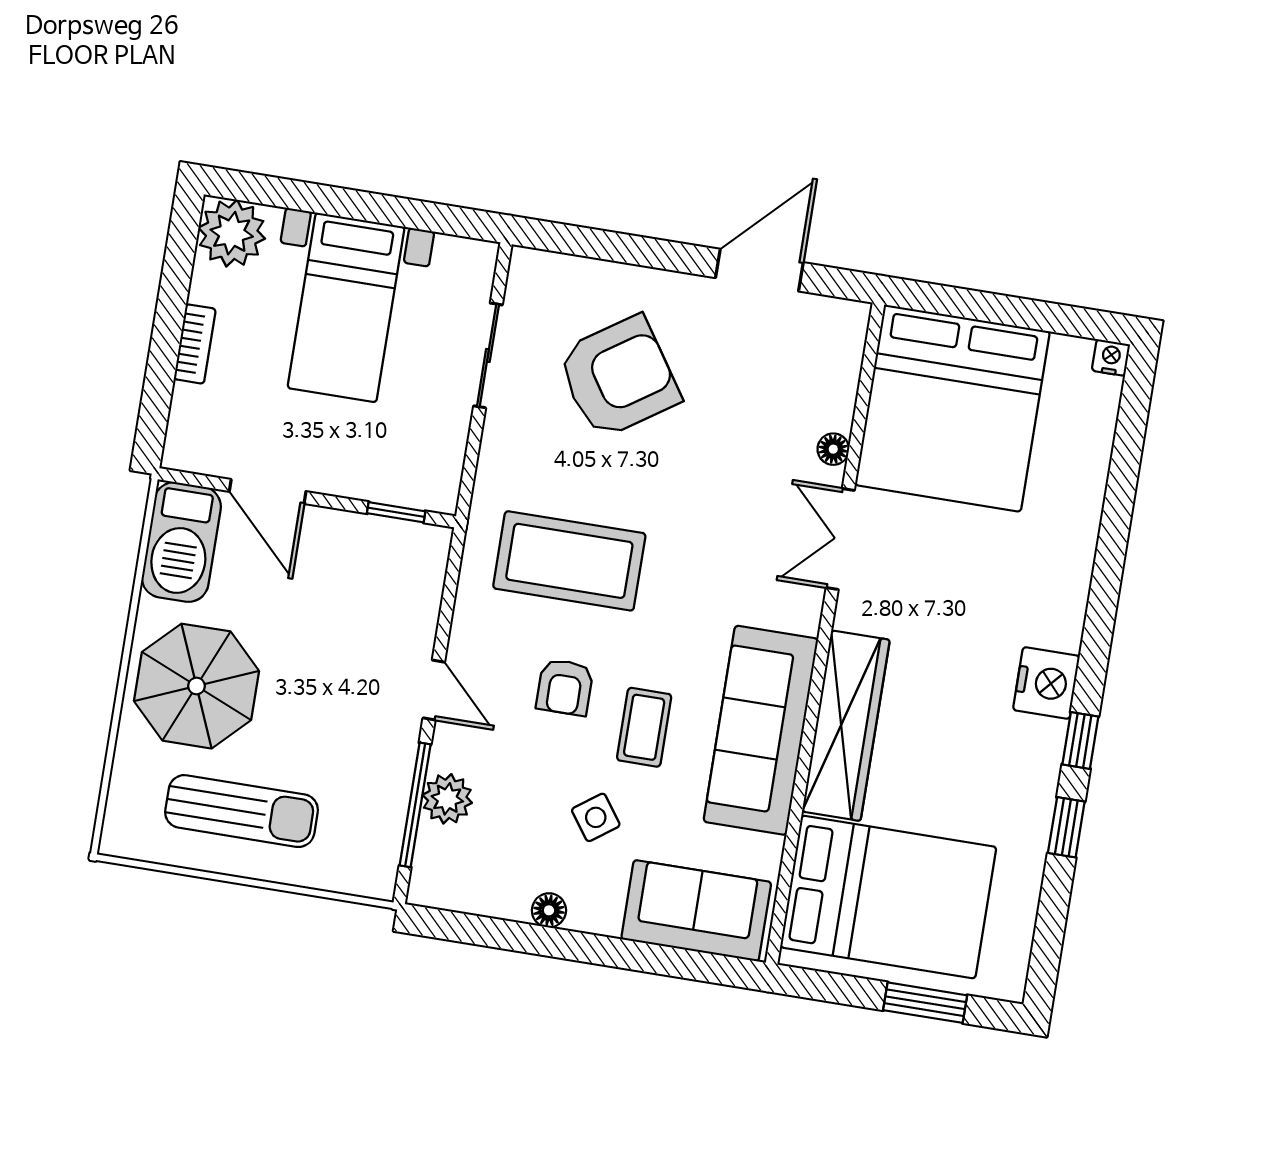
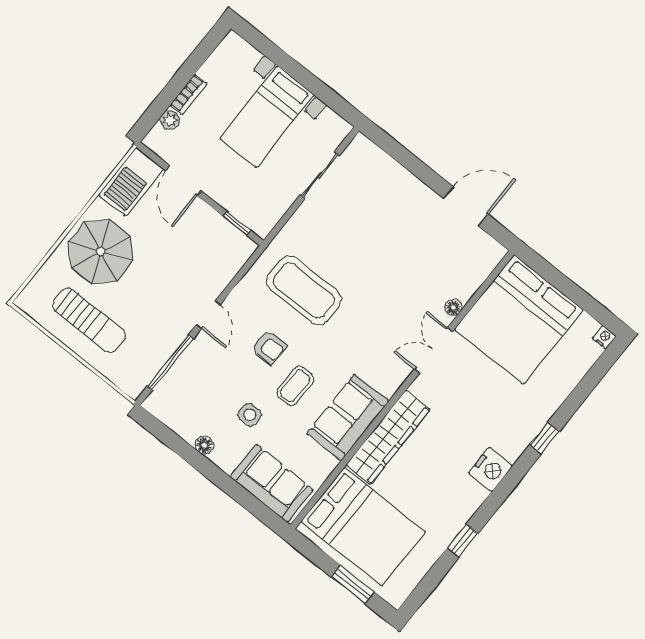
plant: (232, 233) -> (170, 120), moved, width x0.53, depth x0.53
armchair: (618, 377) -> (374, 219), removed
armchair: (565, 687) -> (269, 347), turned -90
sofa: (761, 730) -> (348, 417), width x0.73
window: (1080, 740) -> (544, 438), moved
plant: (447, 799) -> (187, 368), removed
side table: (596, 817) -> (250, 415), turned 36

